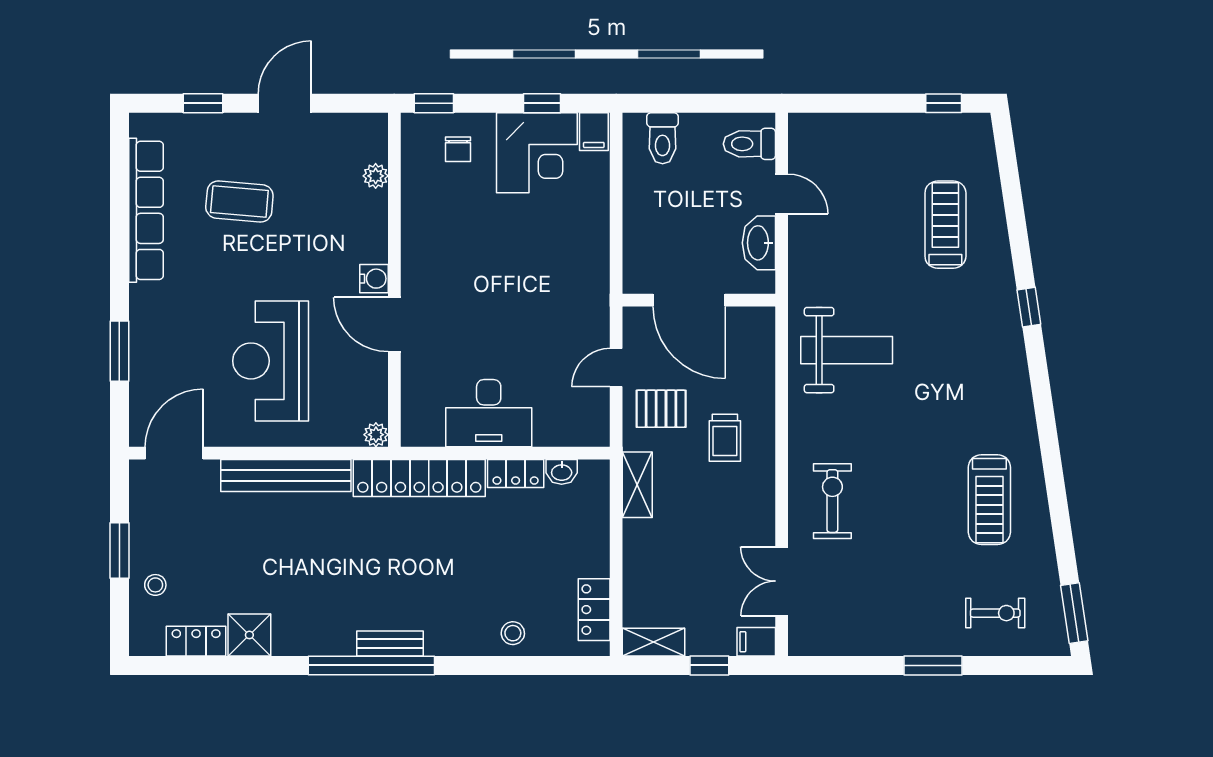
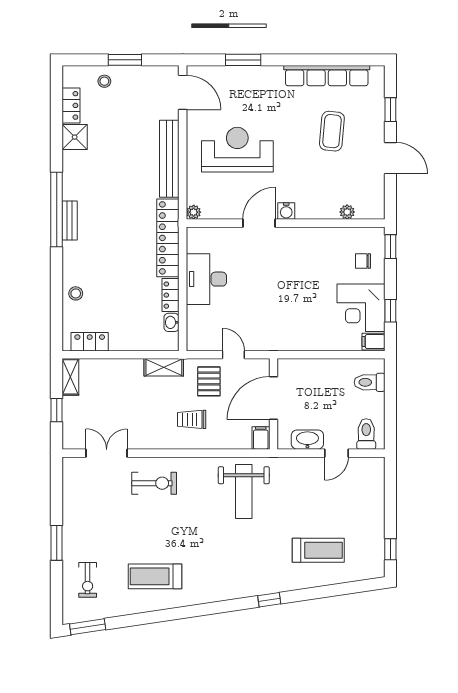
filing cabinet: (756, 642) -> (261, 438), moved

